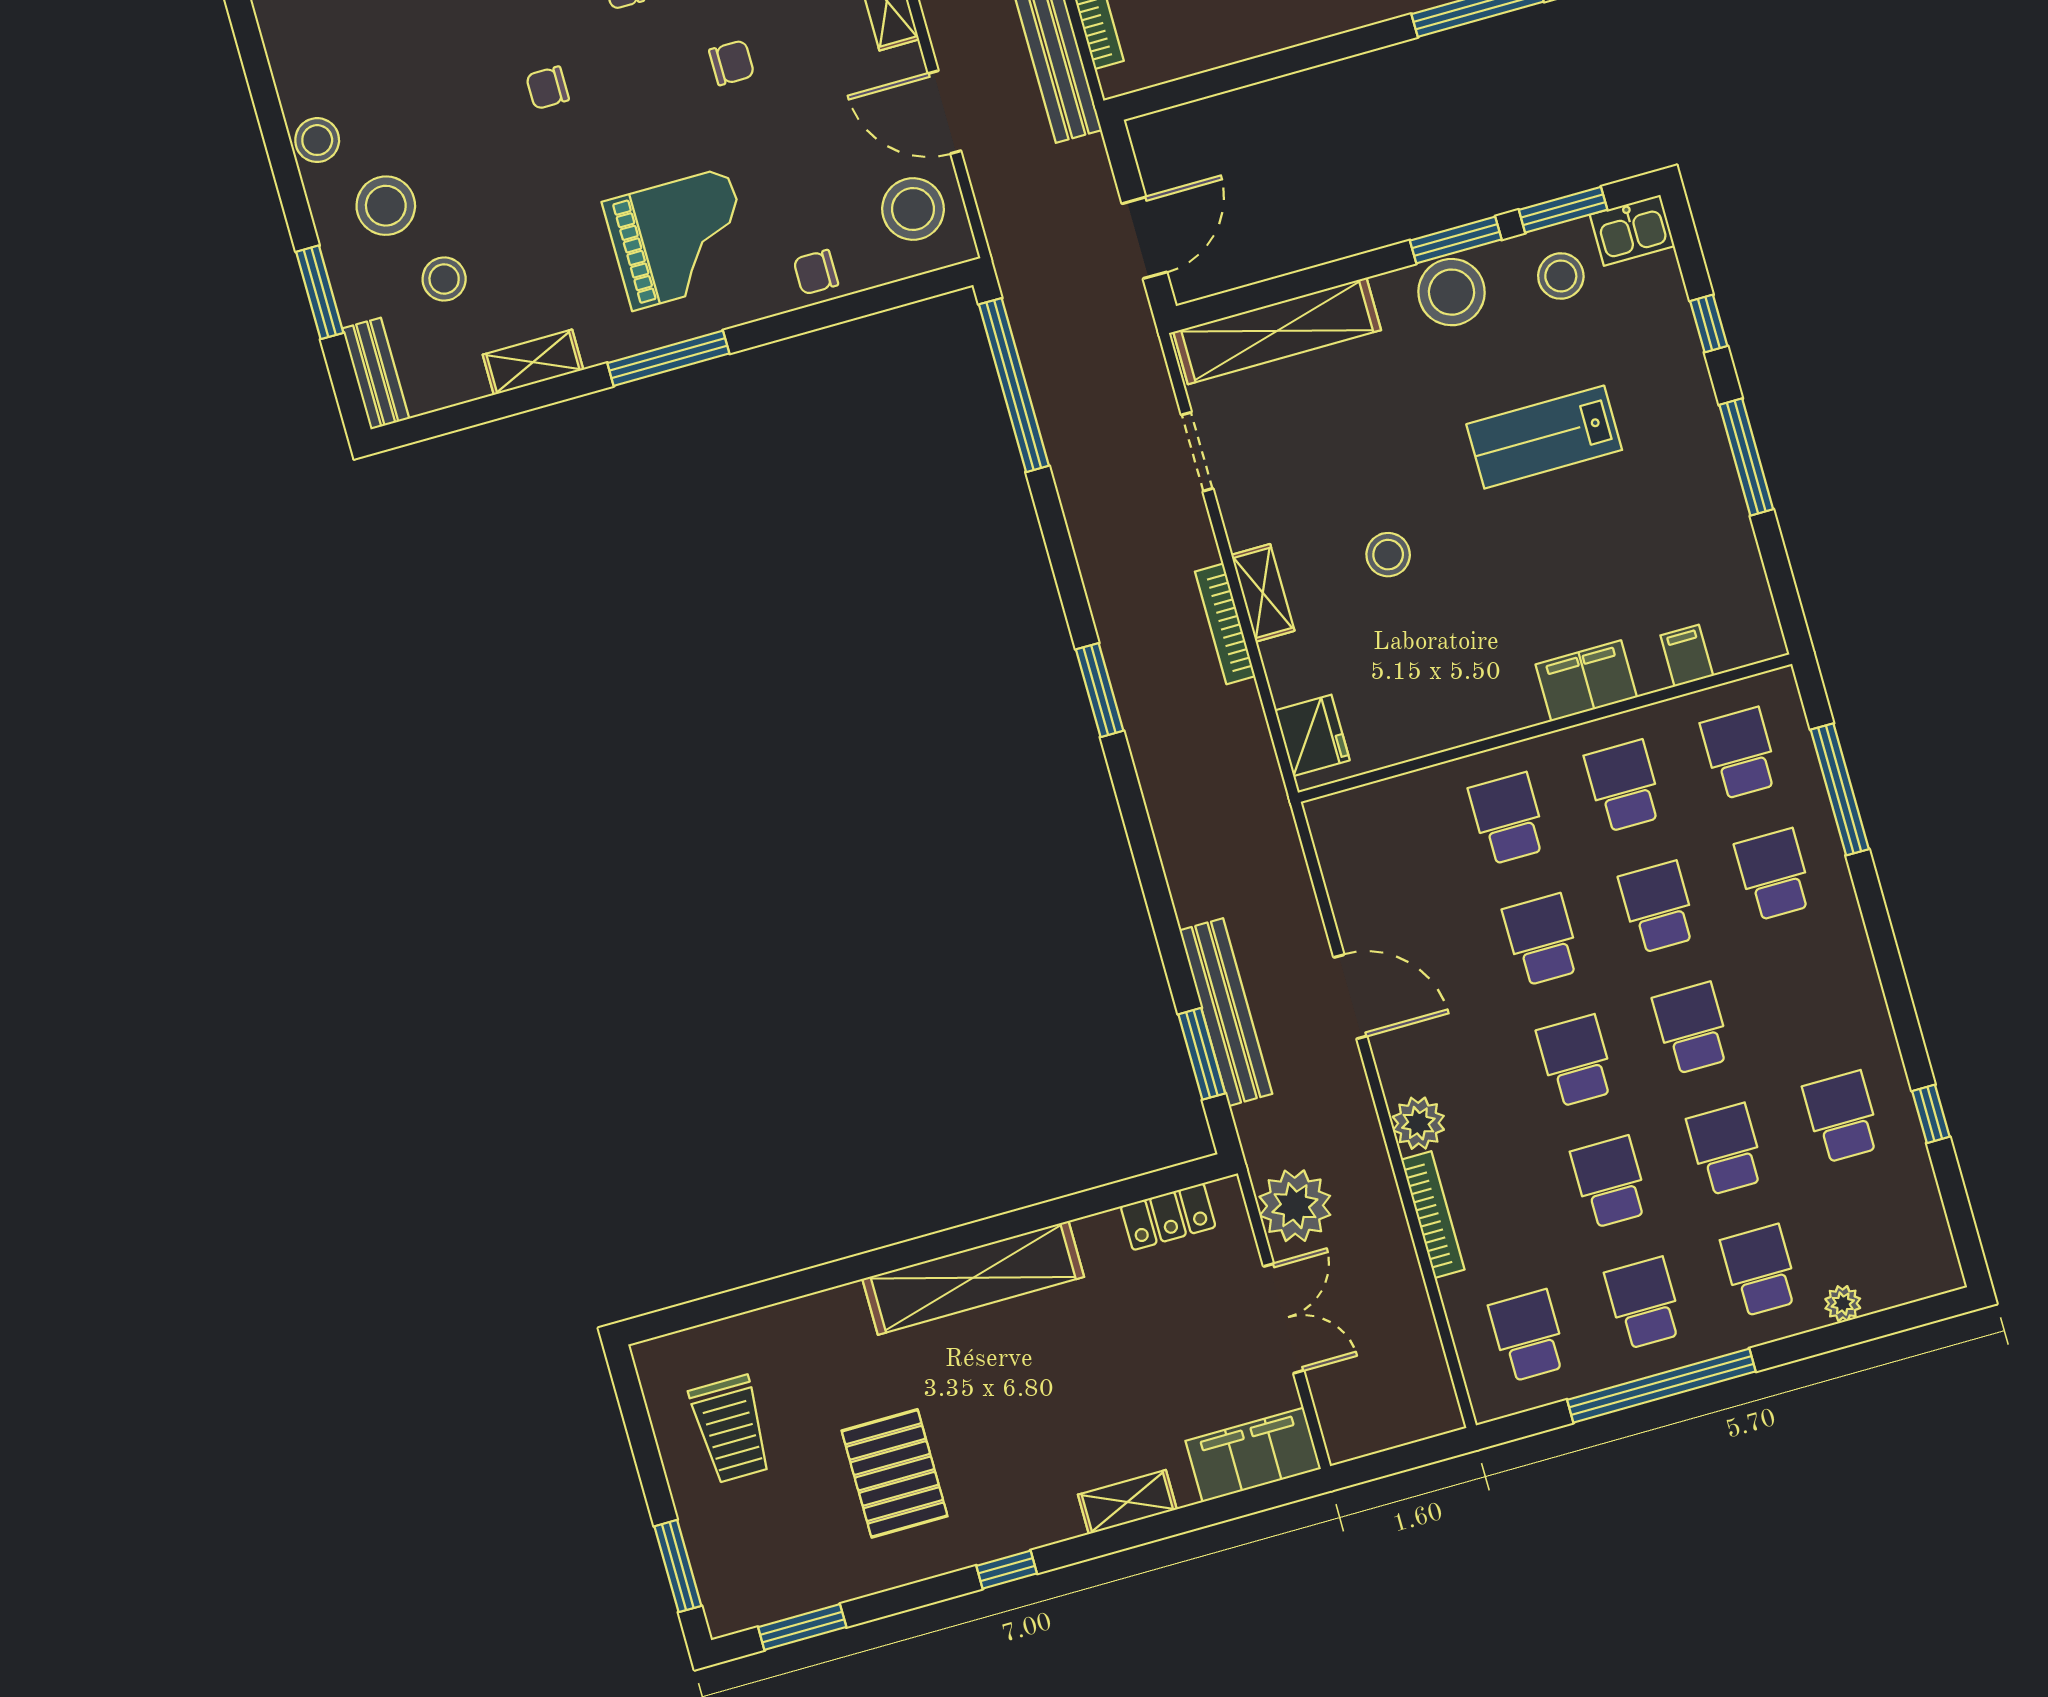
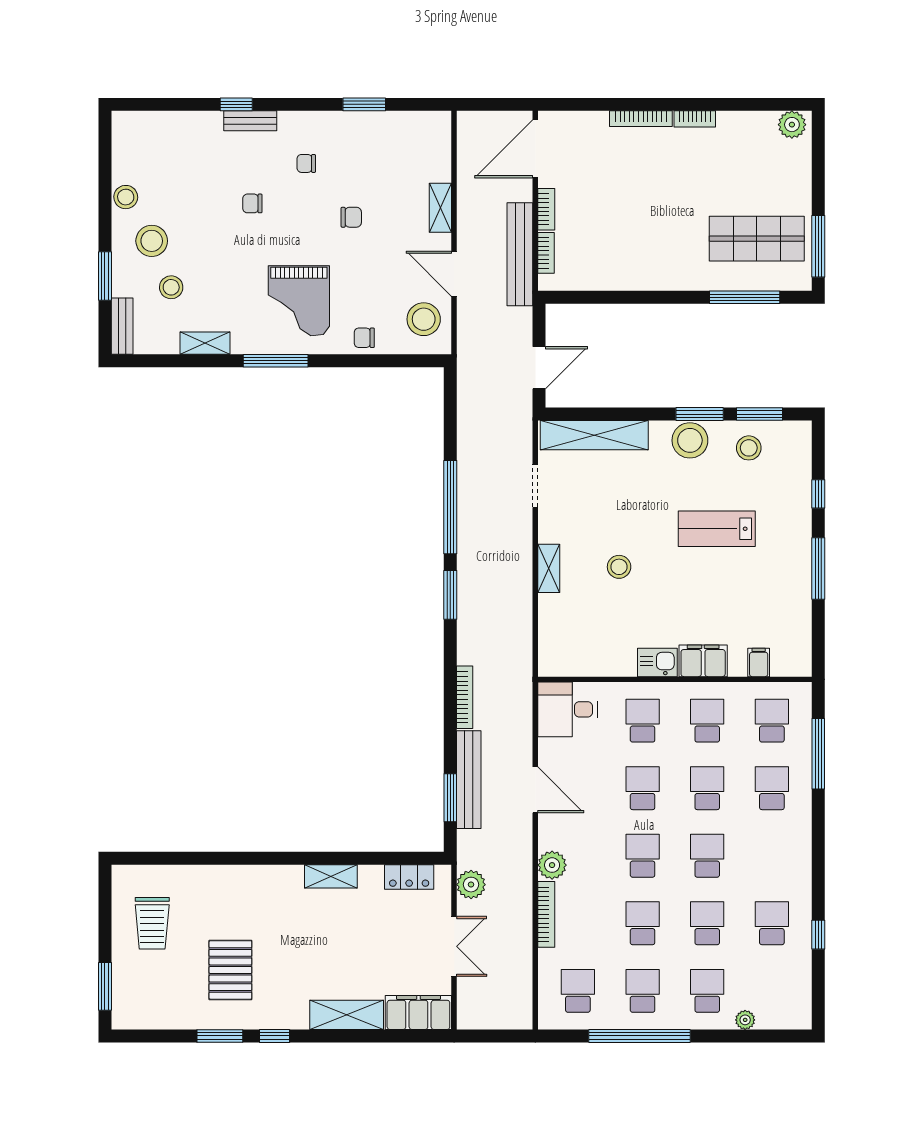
kitchen sink: (1632, 230) -> (657, 662), moved, turned 180
grand piano: (680, 239) -> (299, 301), turned 90
window: (1014, 385) -> (450, 507), moved
bookcase: (1225, 624) -> (465, 697), moved, turned 180
fridge: (1312, 735) -> (554, 649), removed
desk: (1368, 836) -> (567, 709), added
plant: (1295, 1206) -> (471, 885), width x0.73, depth x0.73
shelving: (973, 1278) -> (331, 876), width x0.45, depth x0.75
shelving: (1127, 1502) -> (347, 1015), width x1.50, depth x1.33
window: (802, 1627) -> (220, 1036), moved

